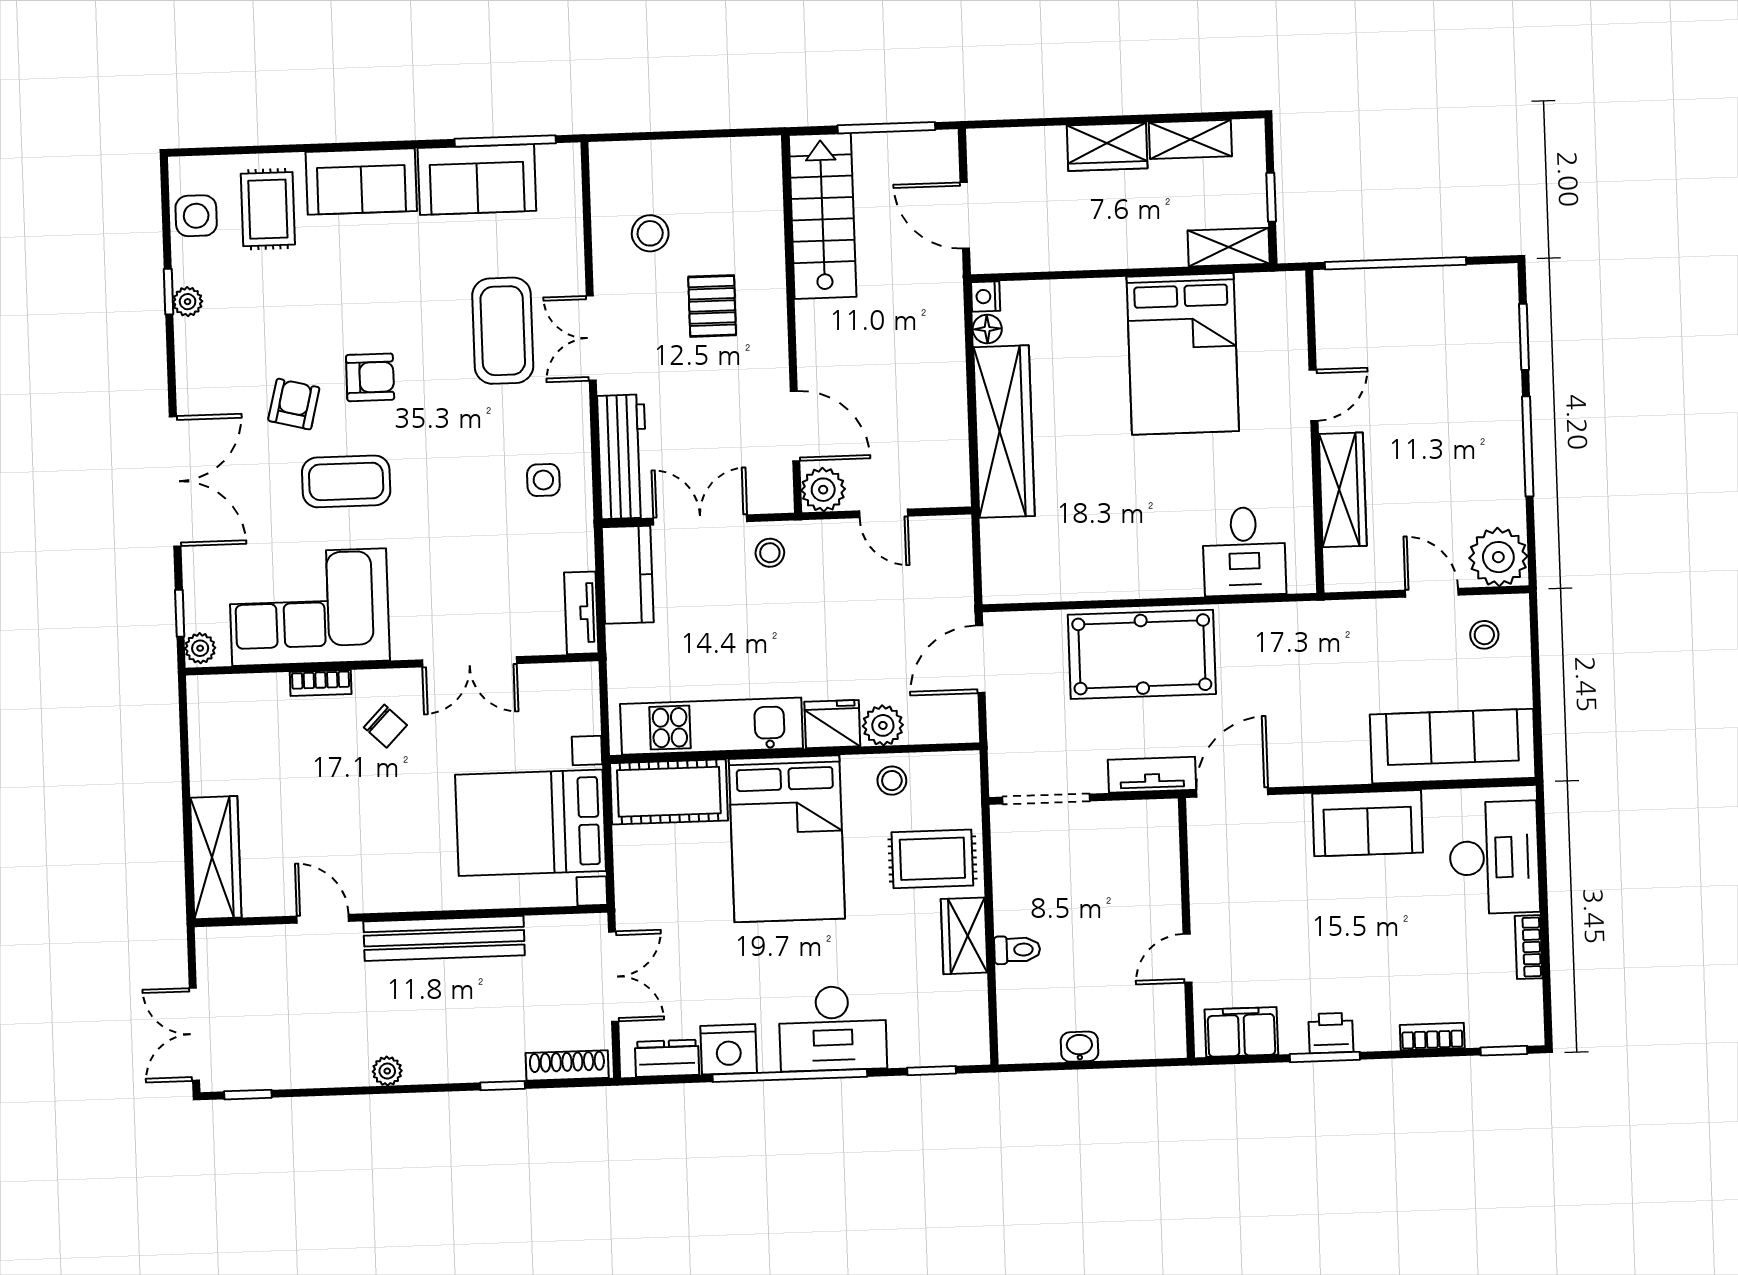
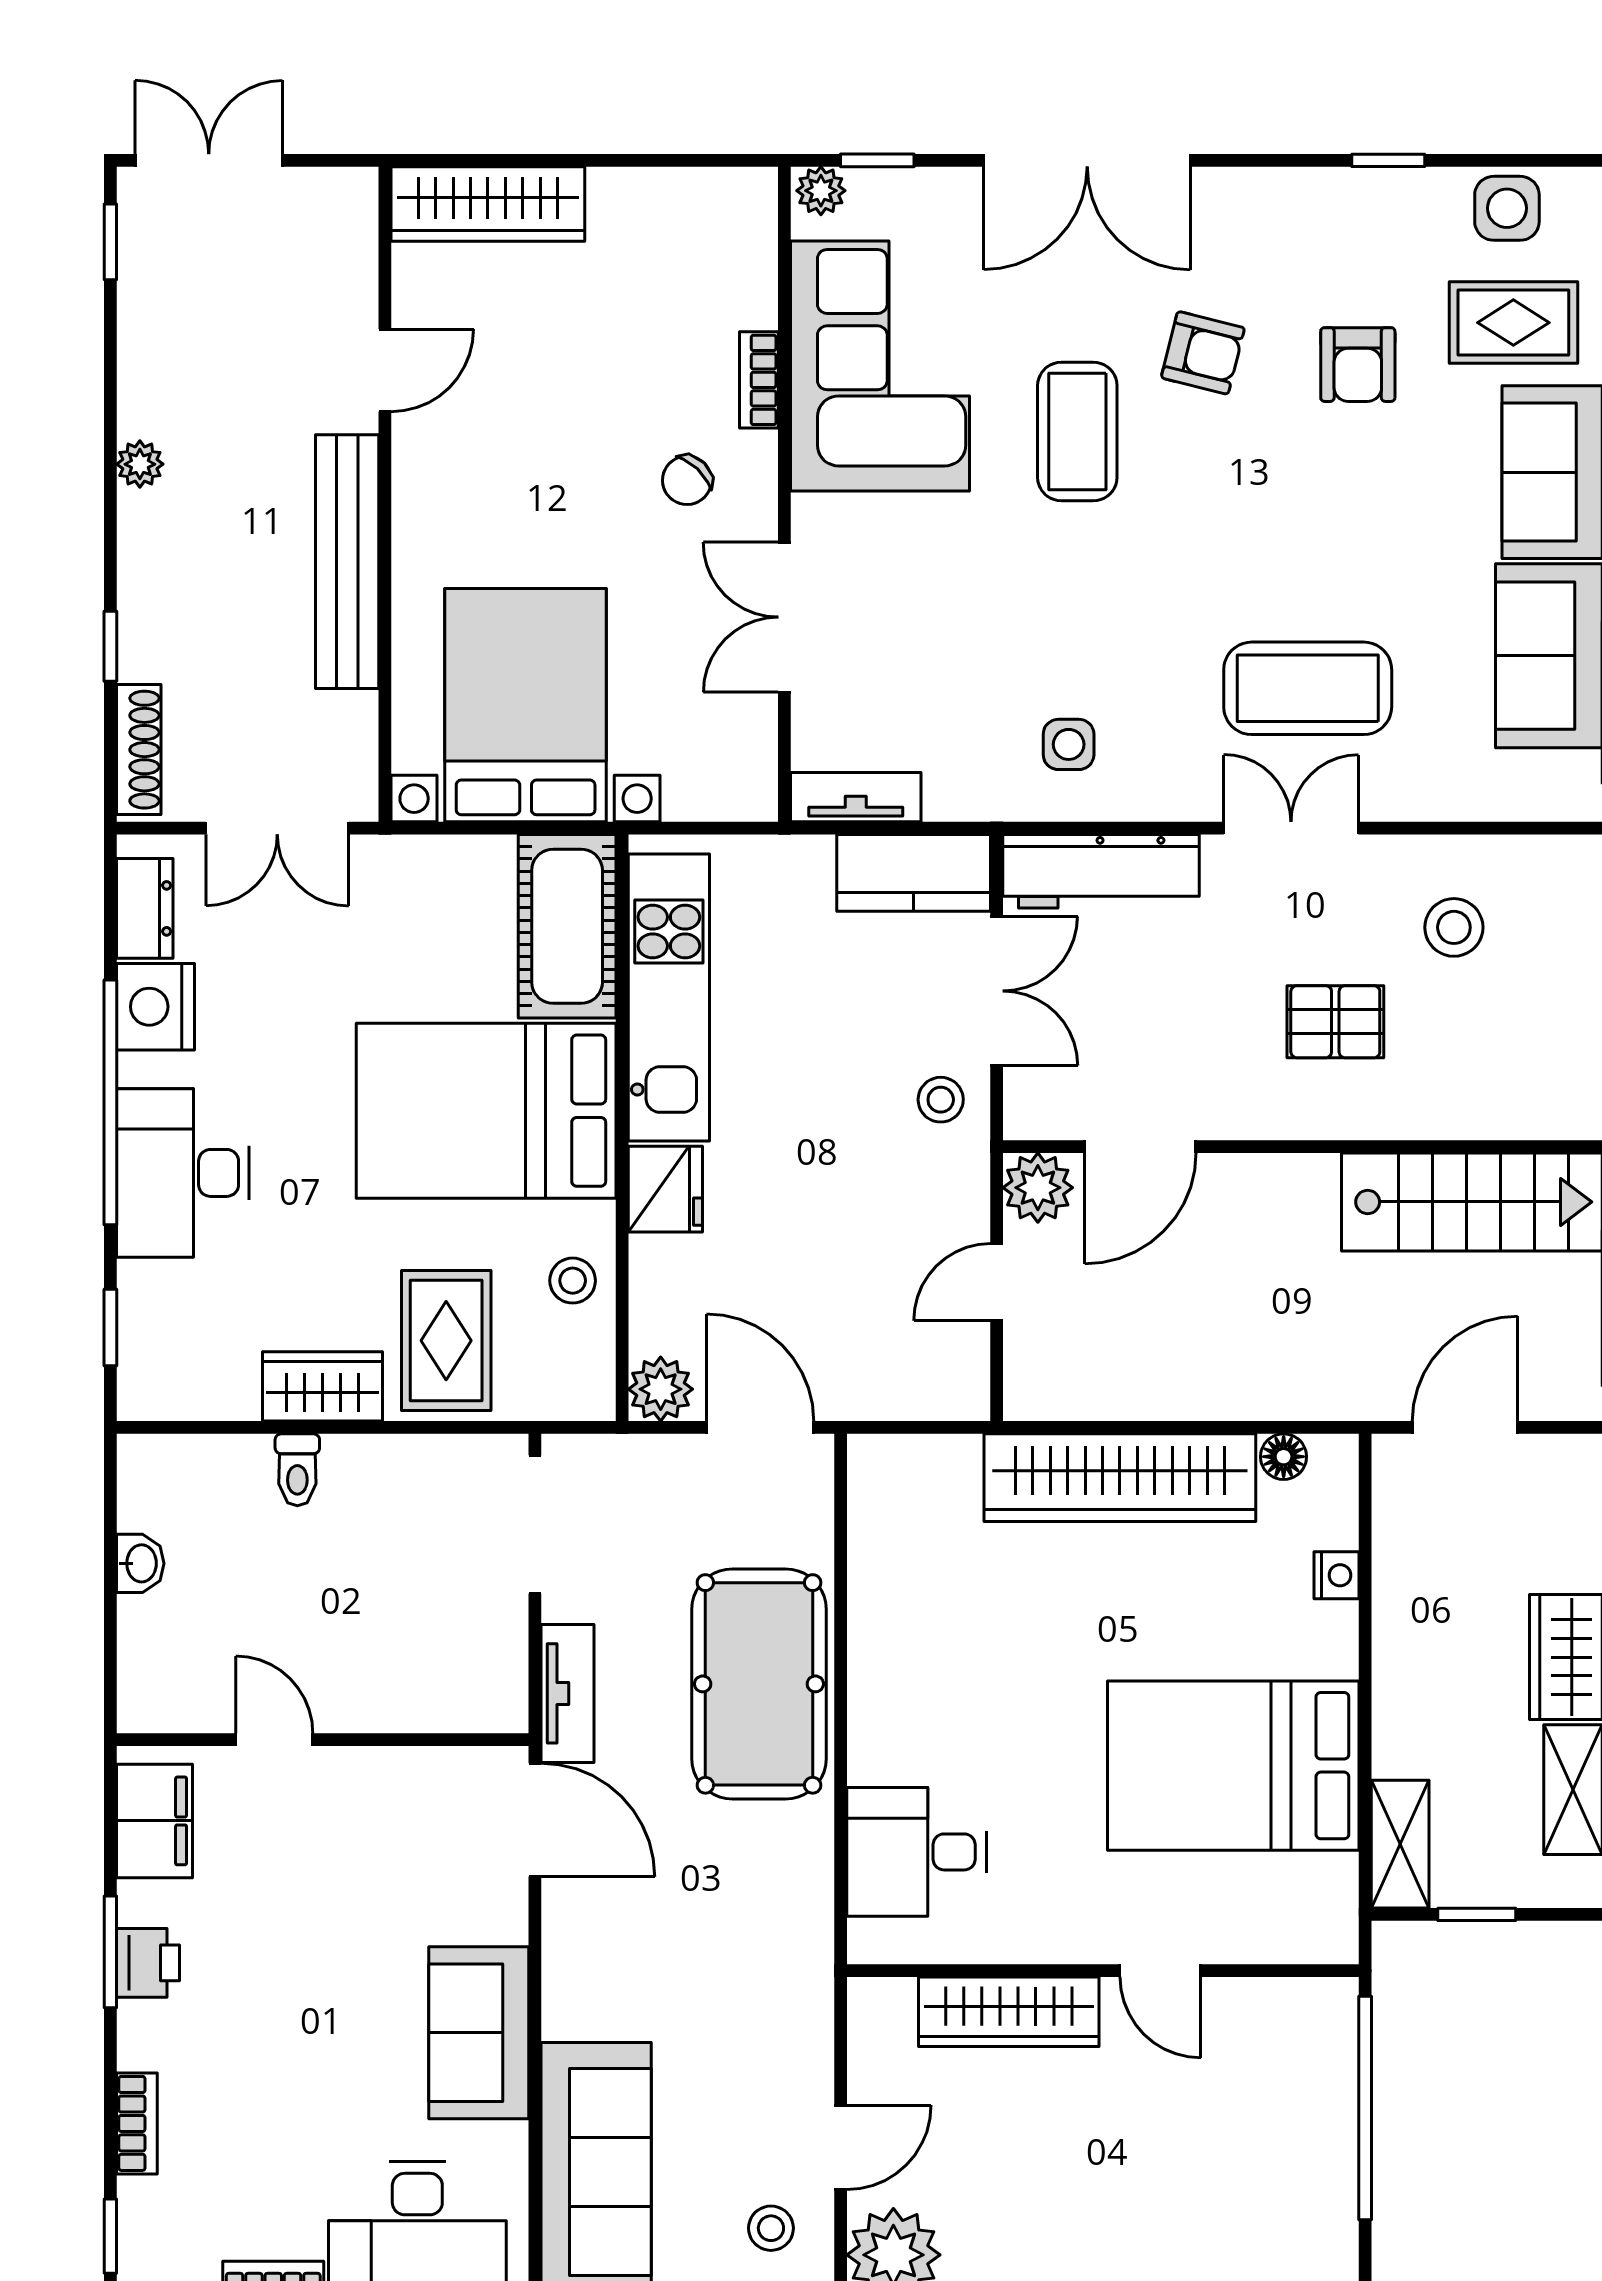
nightstand: (986, 297) -> (1336, 1575), moved, turned 90
plant: (188, 302) -> (1371, 190), removed
armchair: (370, 377) -> (1358, 365), moved
plant: (883, 725) -> (661, 1389), moved

